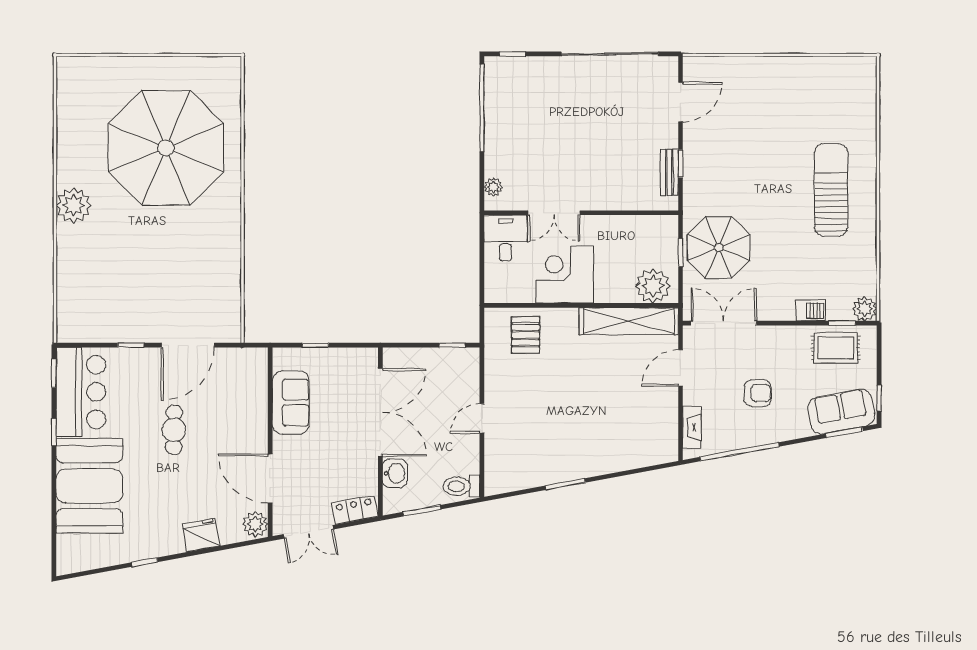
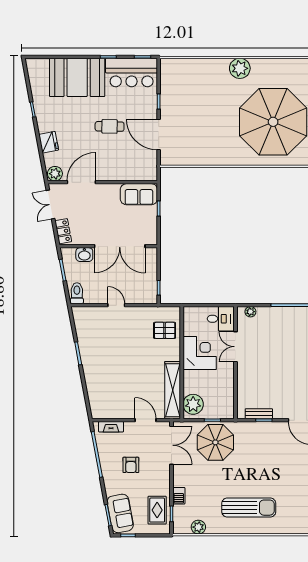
plant: (865, 309) -> (198, 527), moved
sofa: (291, 402) -> (139, 194), moved

